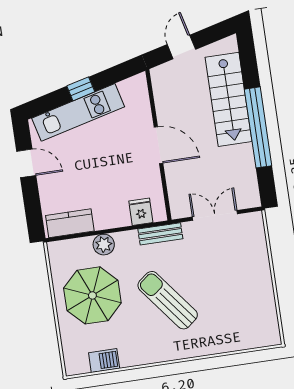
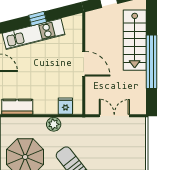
bench: (160, 234) -> (76, 123), removed
plant: (104, 245) -> (54, 124), moved

